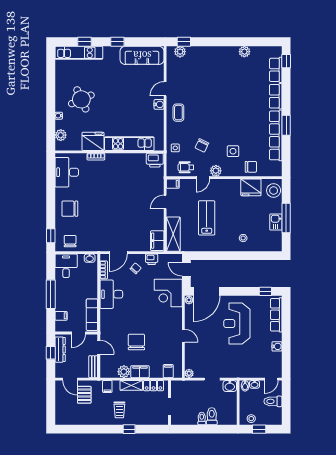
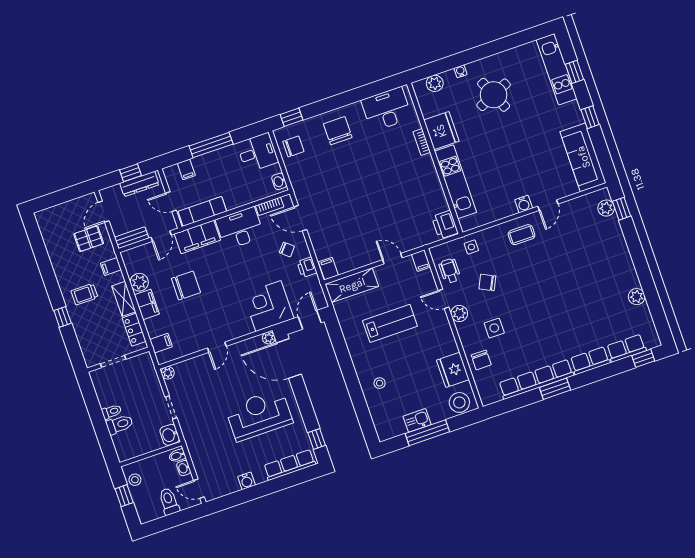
door: (165, 89) -> (548, 205), swing flipped
filing cabinet: (157, 241) -> (328, 269), width x0.50
filing cabinet: (107, 324) -> (197, 237), added

